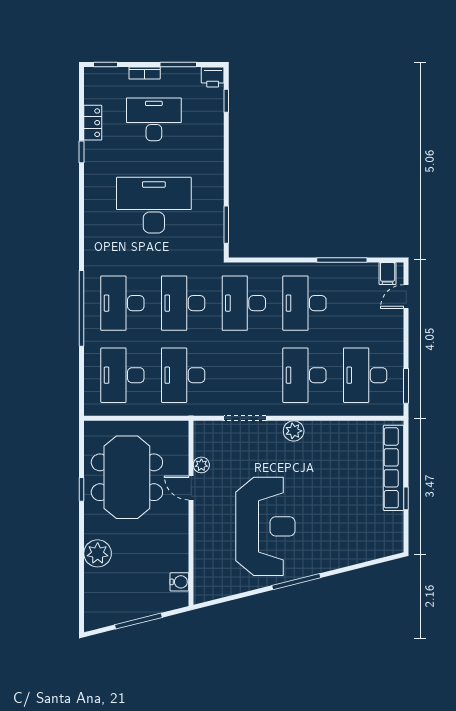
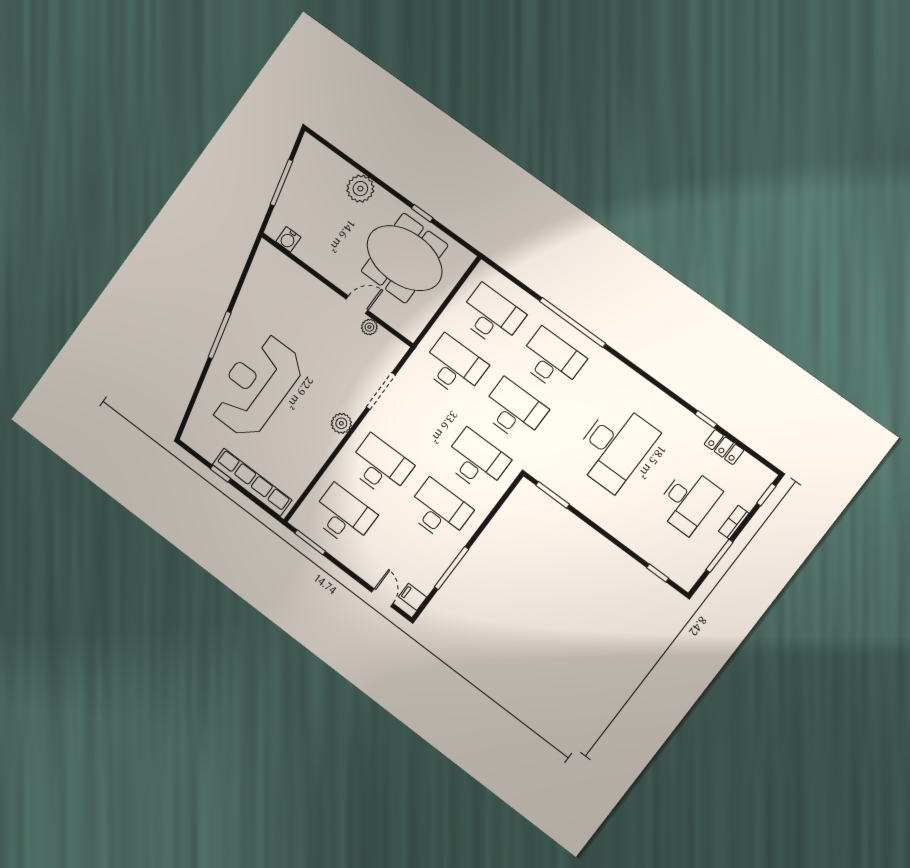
printer: (213, 77) -> (687, 577), removed
reception desk: (265, 526) -> (256, 386), moved, turned 90

